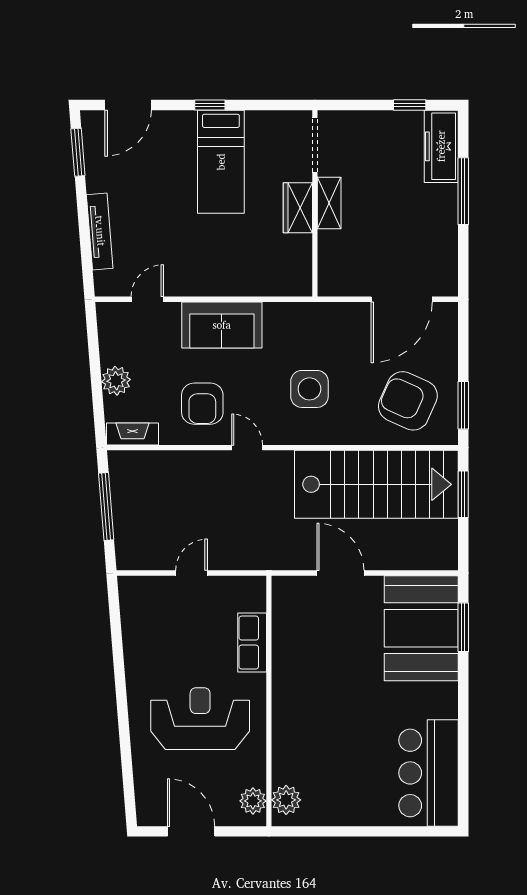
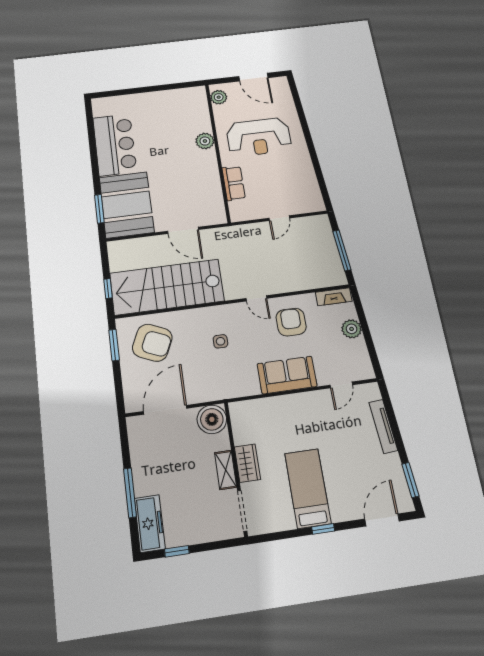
boiler: (338, 276) -> (212, 419), added
side table: (309, 389) -> (220, 341), width x0.54, depth x0.54
window: (463, 494) -> (108, 289), width x0.67
bar counter: (428, 773) -> (115, 145), moved
plant: (286, 800) -> (205, 141), moved

